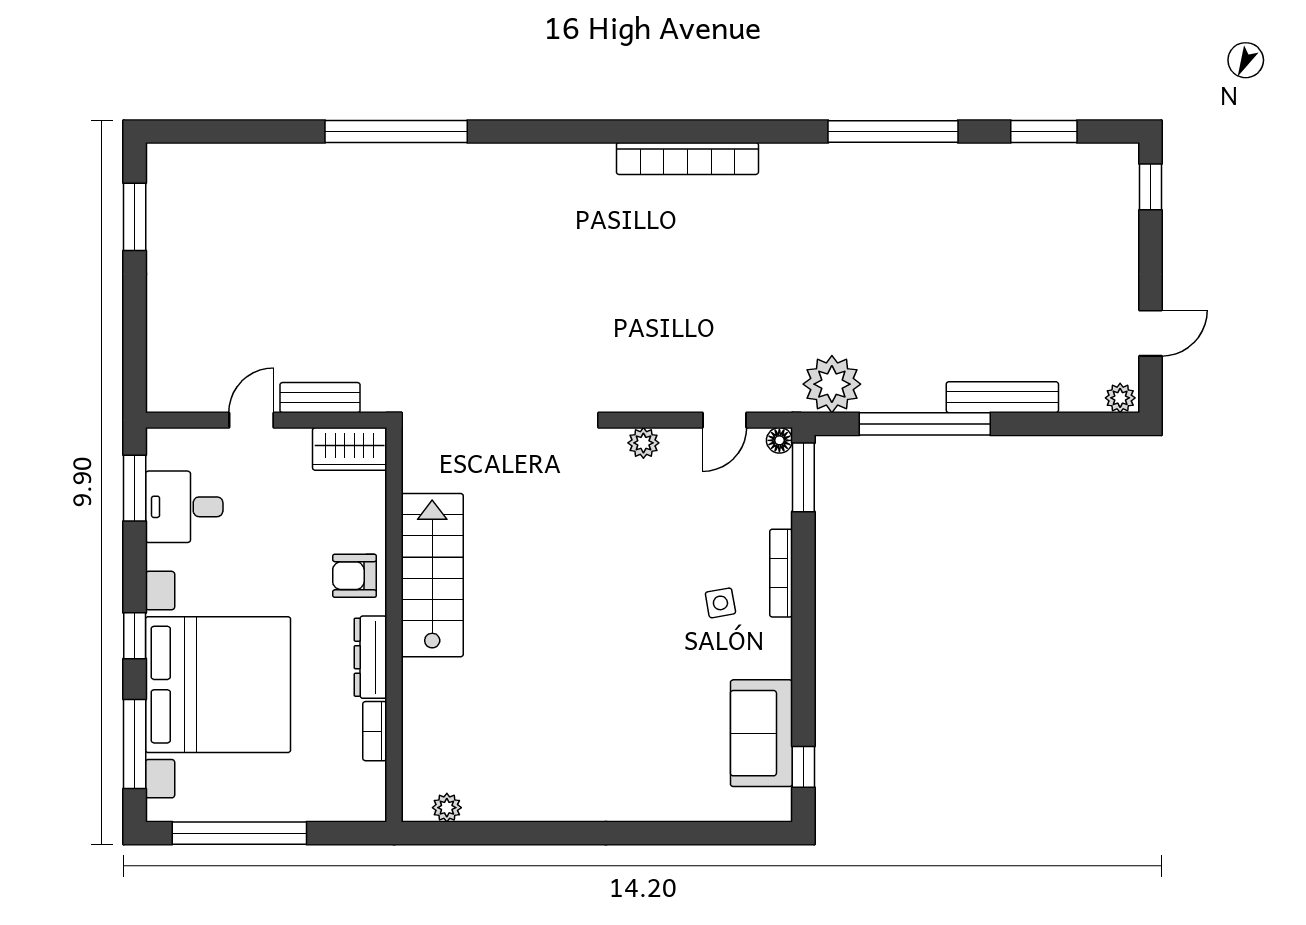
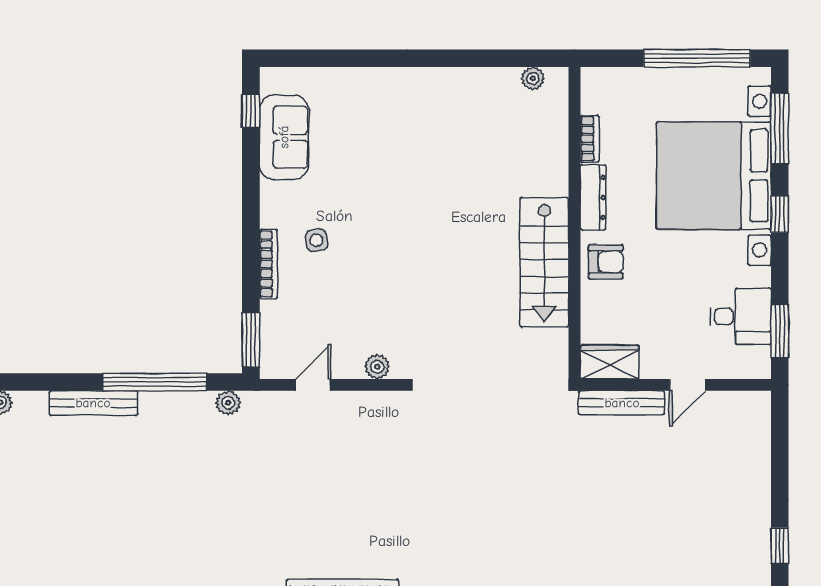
window: (135, 217) -> (780, 546), width x0.67
plant: (832, 384) -> (228, 403), width x0.53, depth x0.53
bench: (320, 398) -> (622, 403), width x1.36
floor lamp: (779, 440) -> (270, 369), removed

